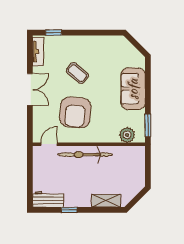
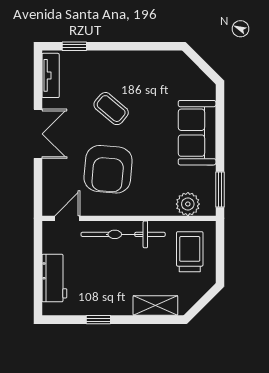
trolley: (128, 166) -> (190, 252), added
workbench: (48, 199) -> (54, 278), moved, turned 90

